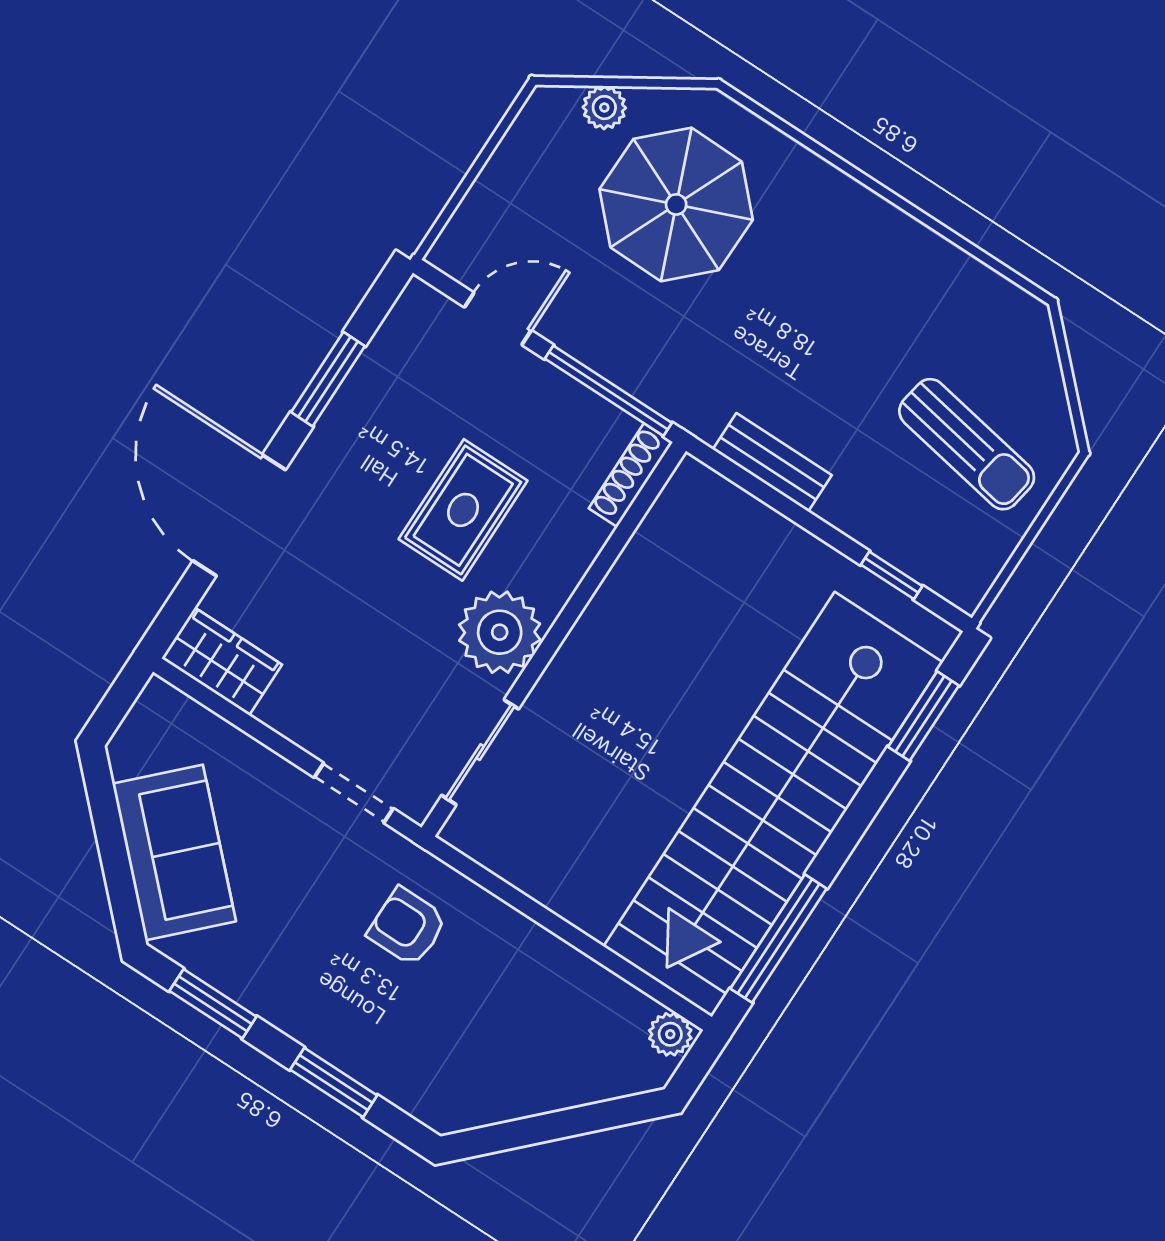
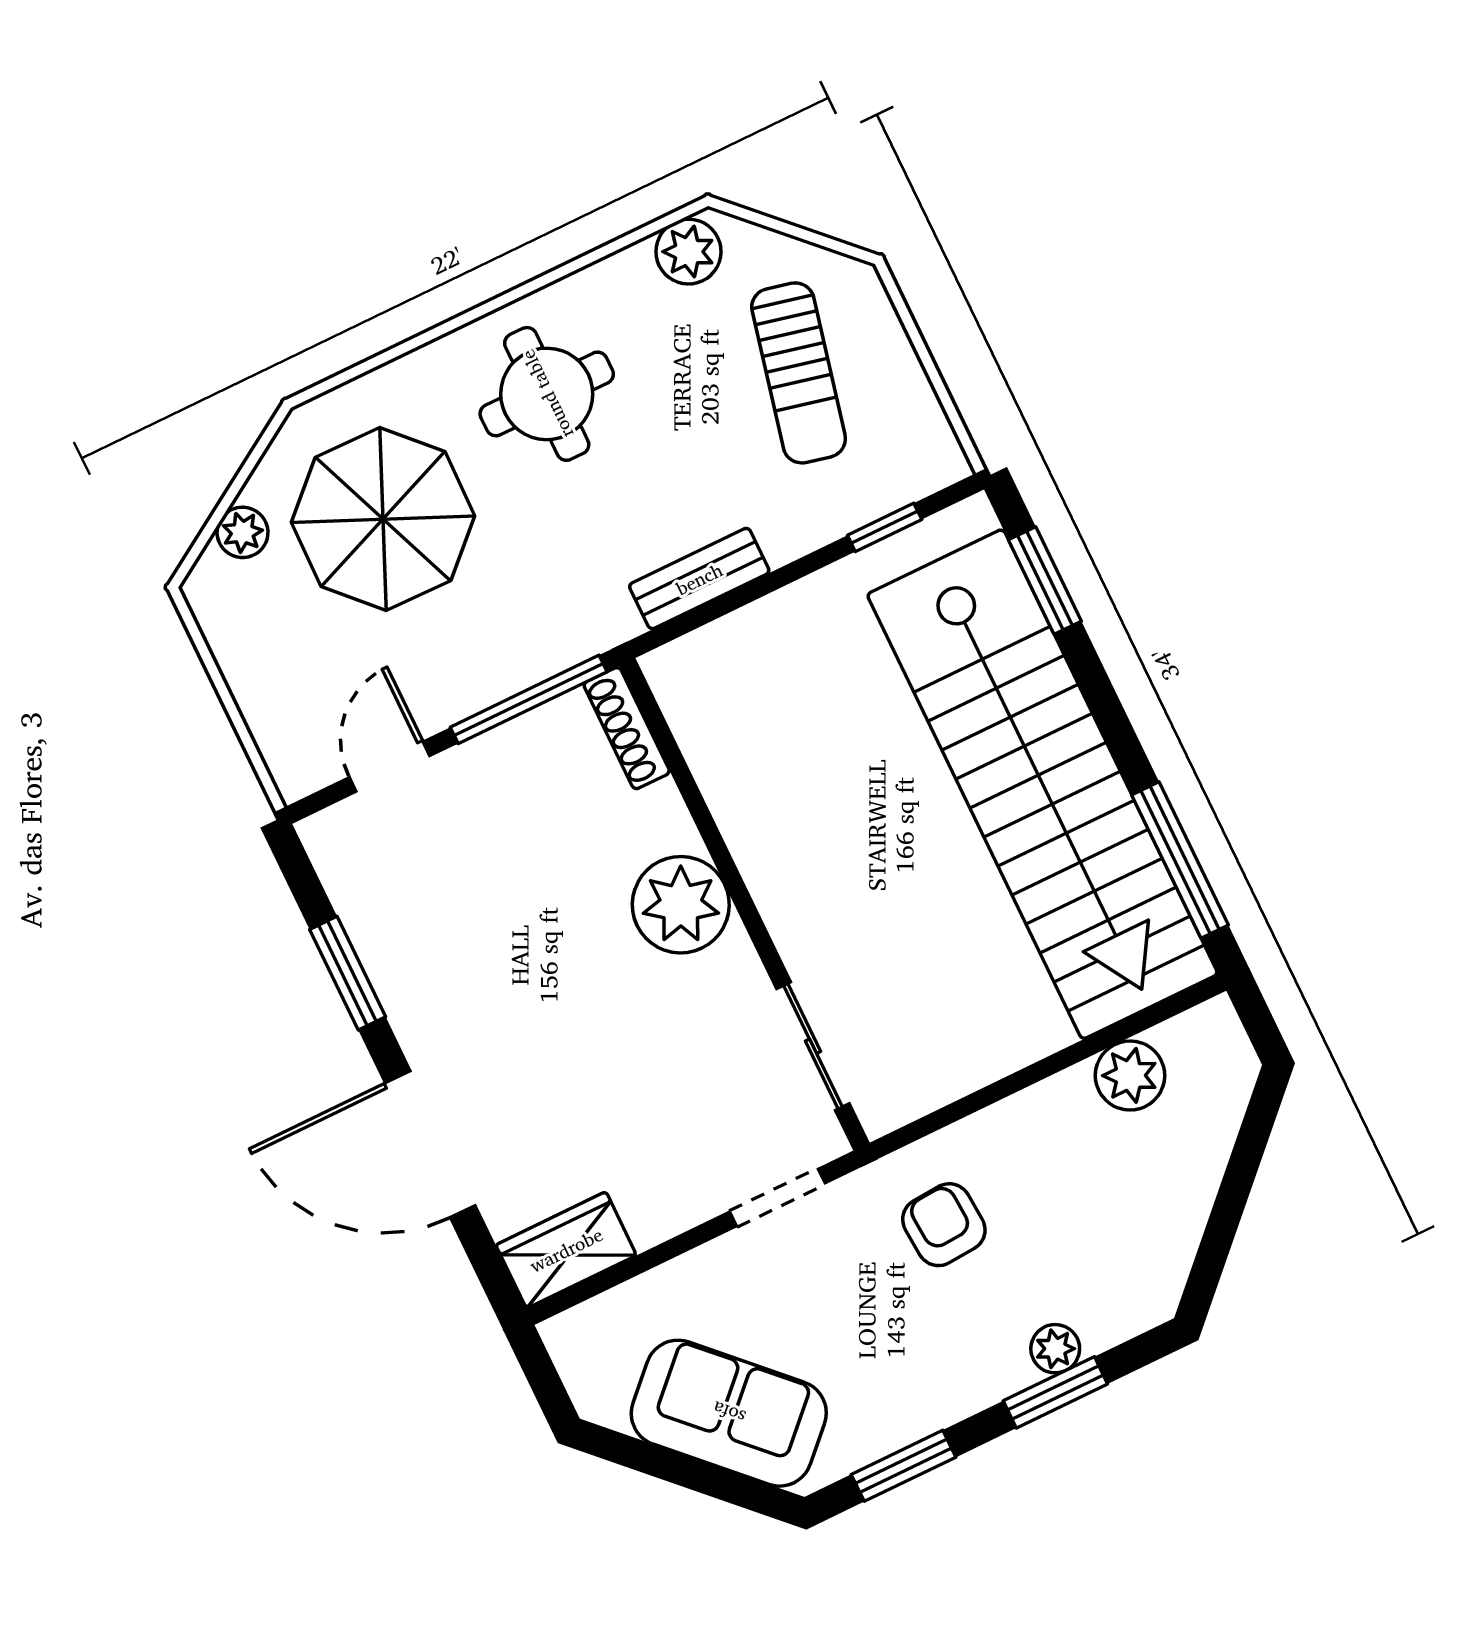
round table: (840, 269) -> (547, 394), added
plant: (1007, 310) -> (688, 252), added
sun lounger: (967, 444) -> (799, 373), turned 93
rug: (463, 510) -> (560, 917), removed
plant: (500, 632) -> (681, 905), moved
armchair: (407, 927) -> (944, 1225), turned 86
plant: (670, 1034) -> (1130, 1076), moved, width x1.38, depth x1.38
plant: (366, 1063) -> (1055, 1349), added

